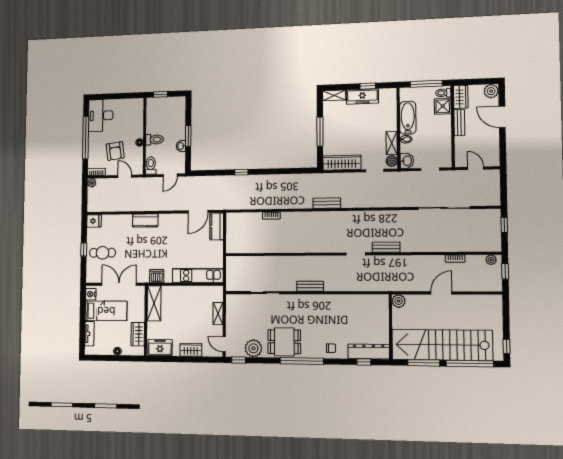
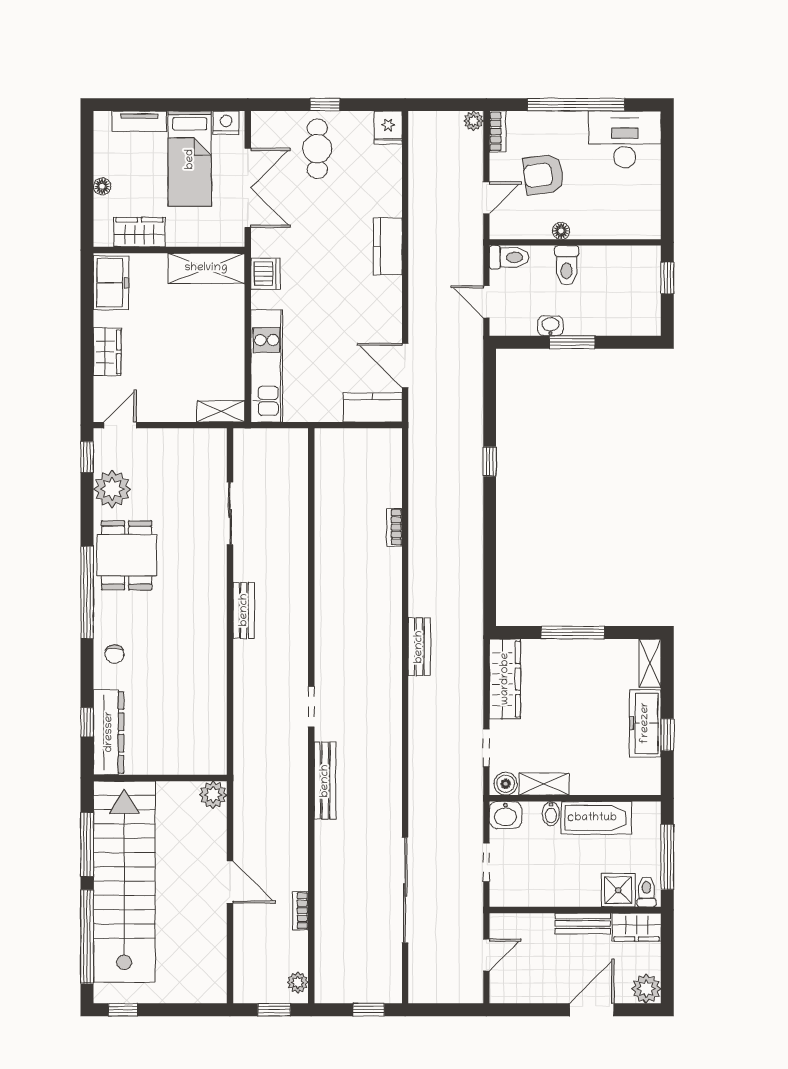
bench: (386, 247) -> (325, 781), width x1.36
shelving: (218, 314) -> (221, 411), moved

